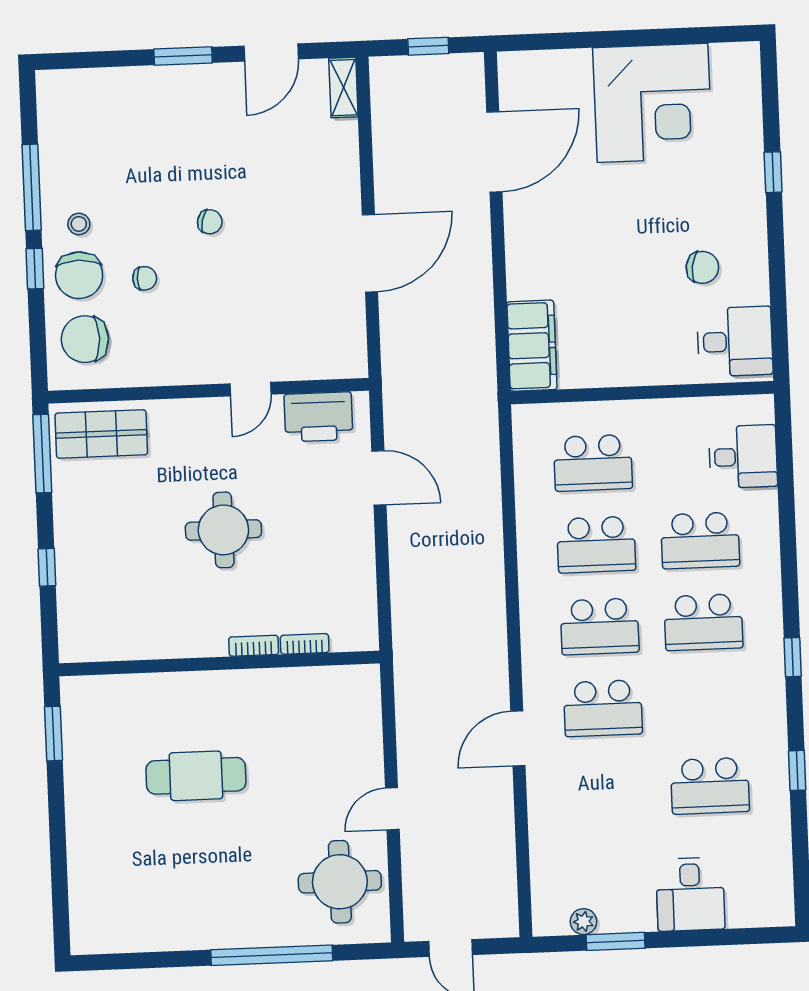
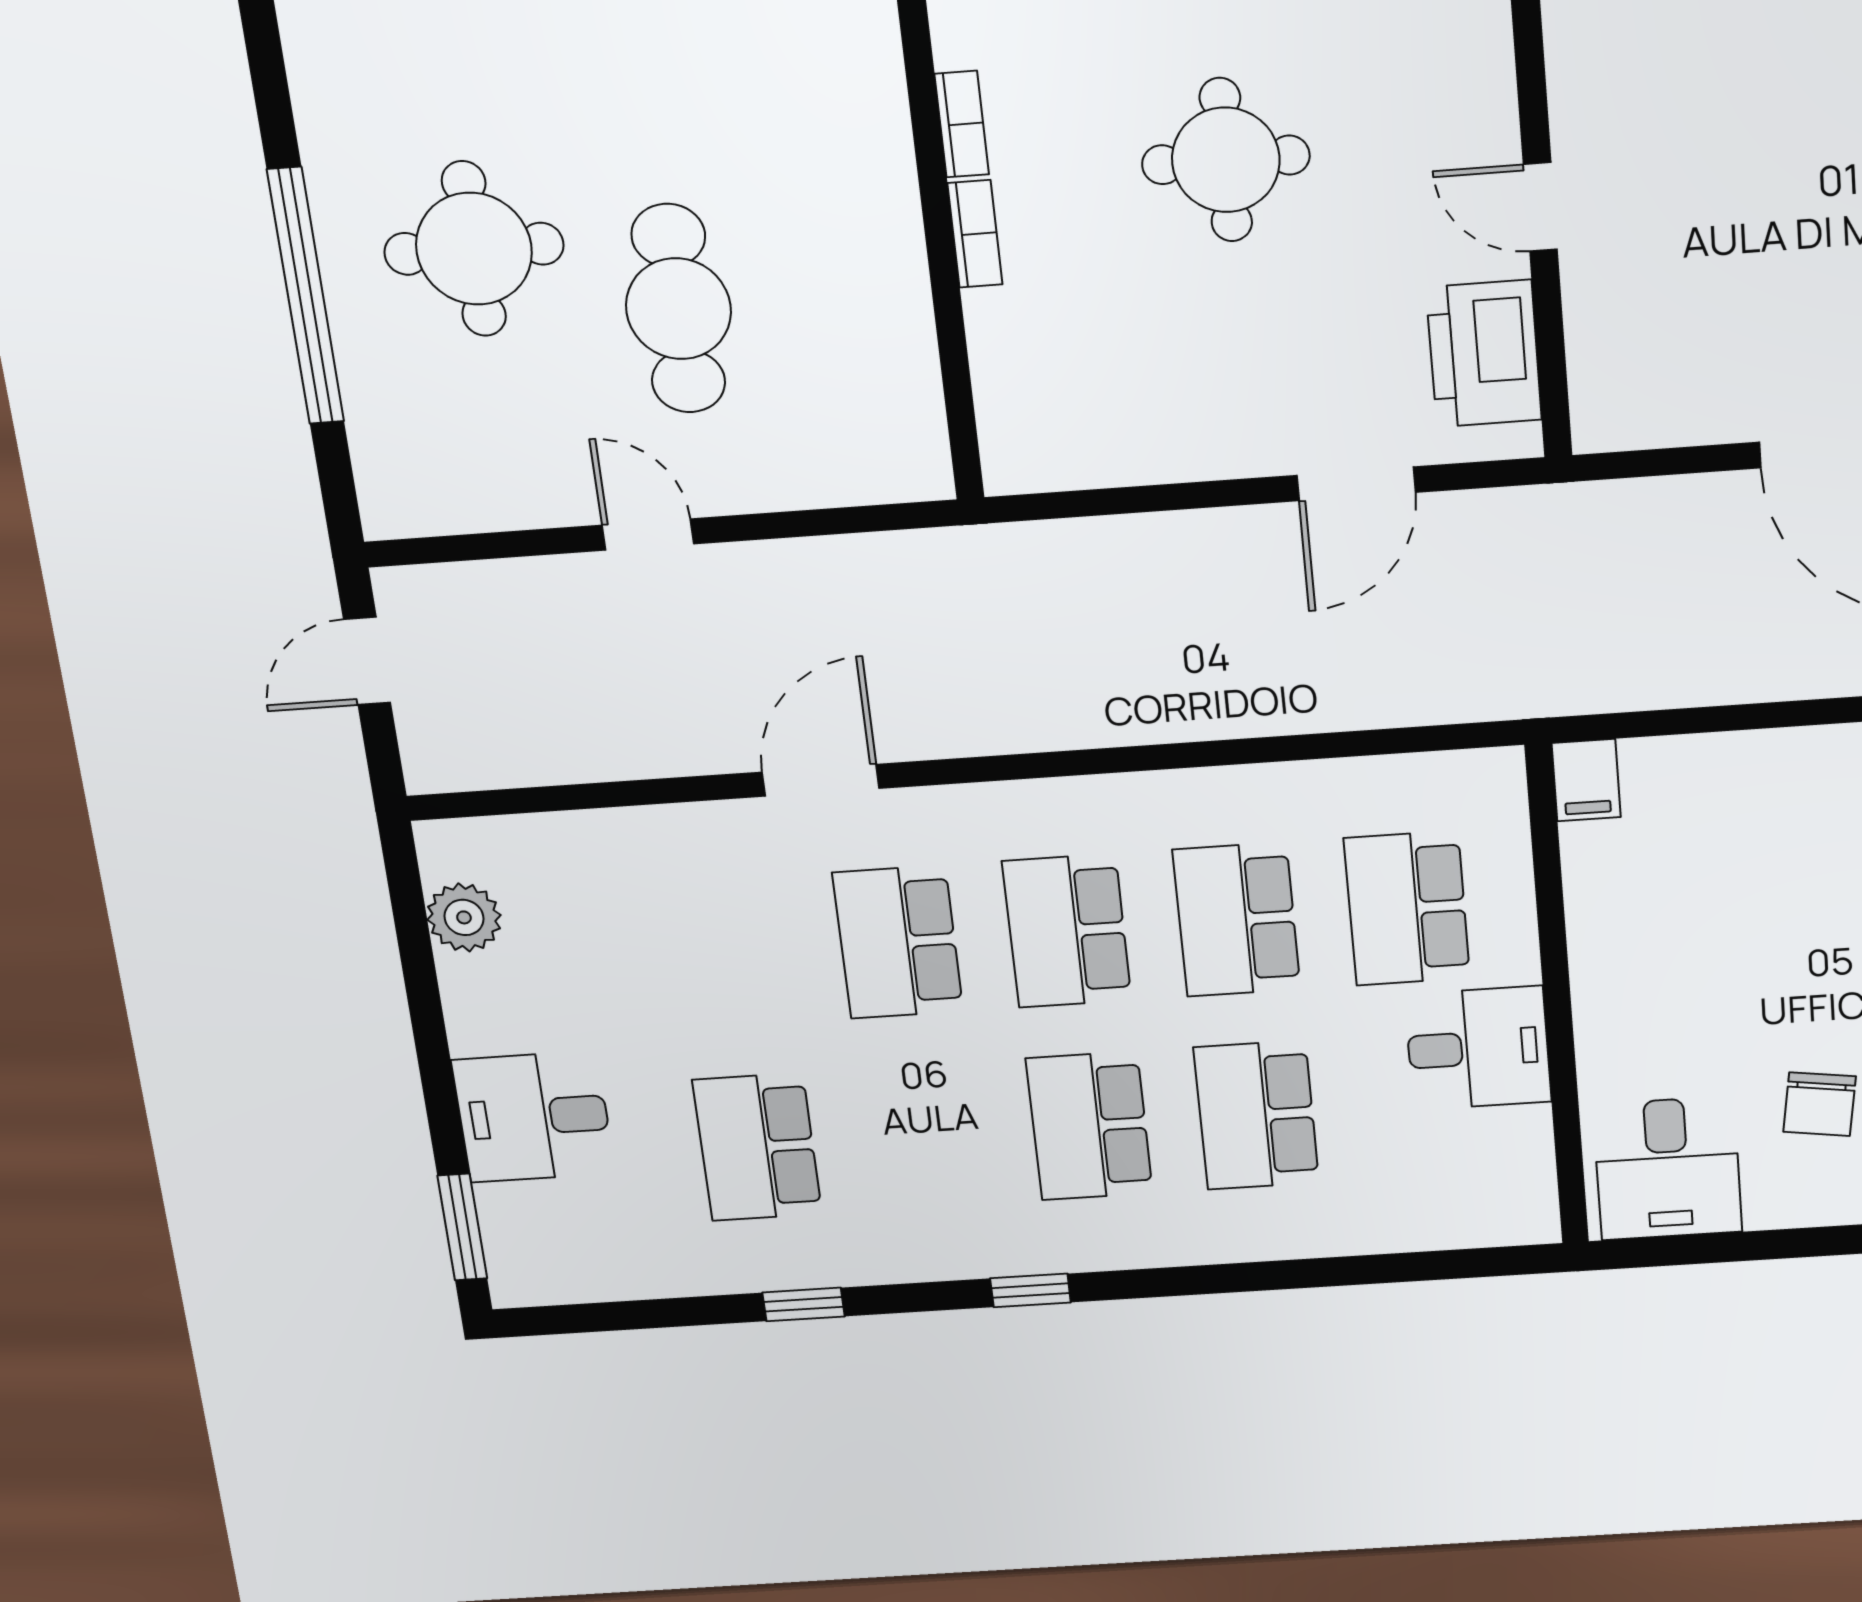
filing cabinet: (532, 346) -> (1586, 780), width x0.33, depth x0.86
desk: (743, 457) -> (1478, 1048), moved, turned -90
bookcase: (305, 644) -> (962, 124), moved
door: (518, 738) -> (821, 780), hinge flipped
cafe table: (196, 776) -> (678, 309), moved
round table: (340, 882) -> (474, 249), moved
plant: (583, 922) -> (464, 917), width x1.38, depth x1.38
window: (616, 941) -> (462, 1227), moved

